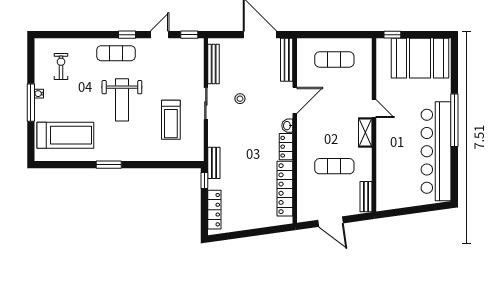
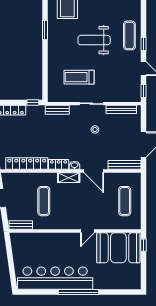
booth: (420, 58) -> (118, 248), moved, turned 90
shelving: (365, 133) -> (69, 178), moved
bench: (214, 163) -> (57, 110), moved

